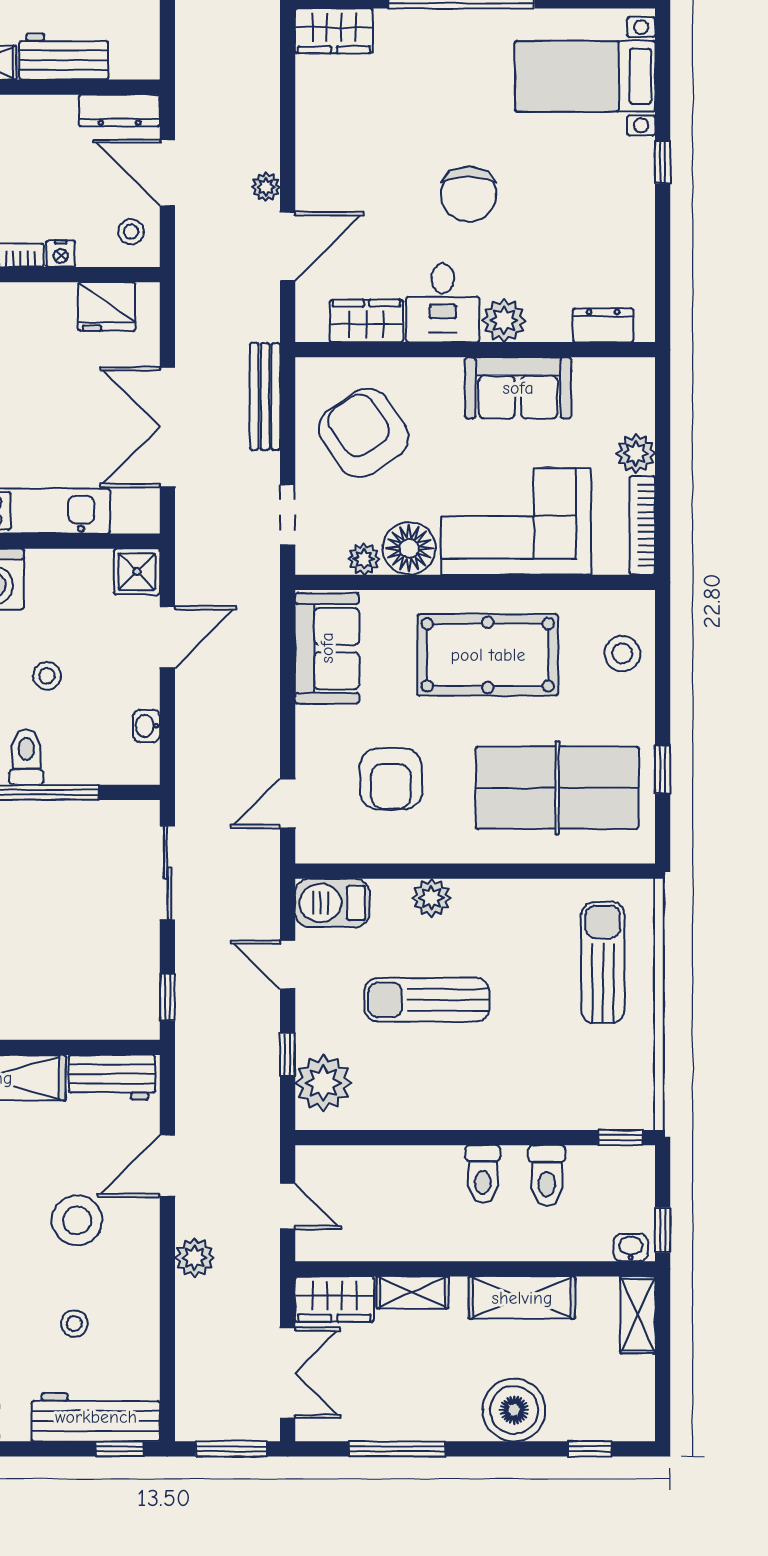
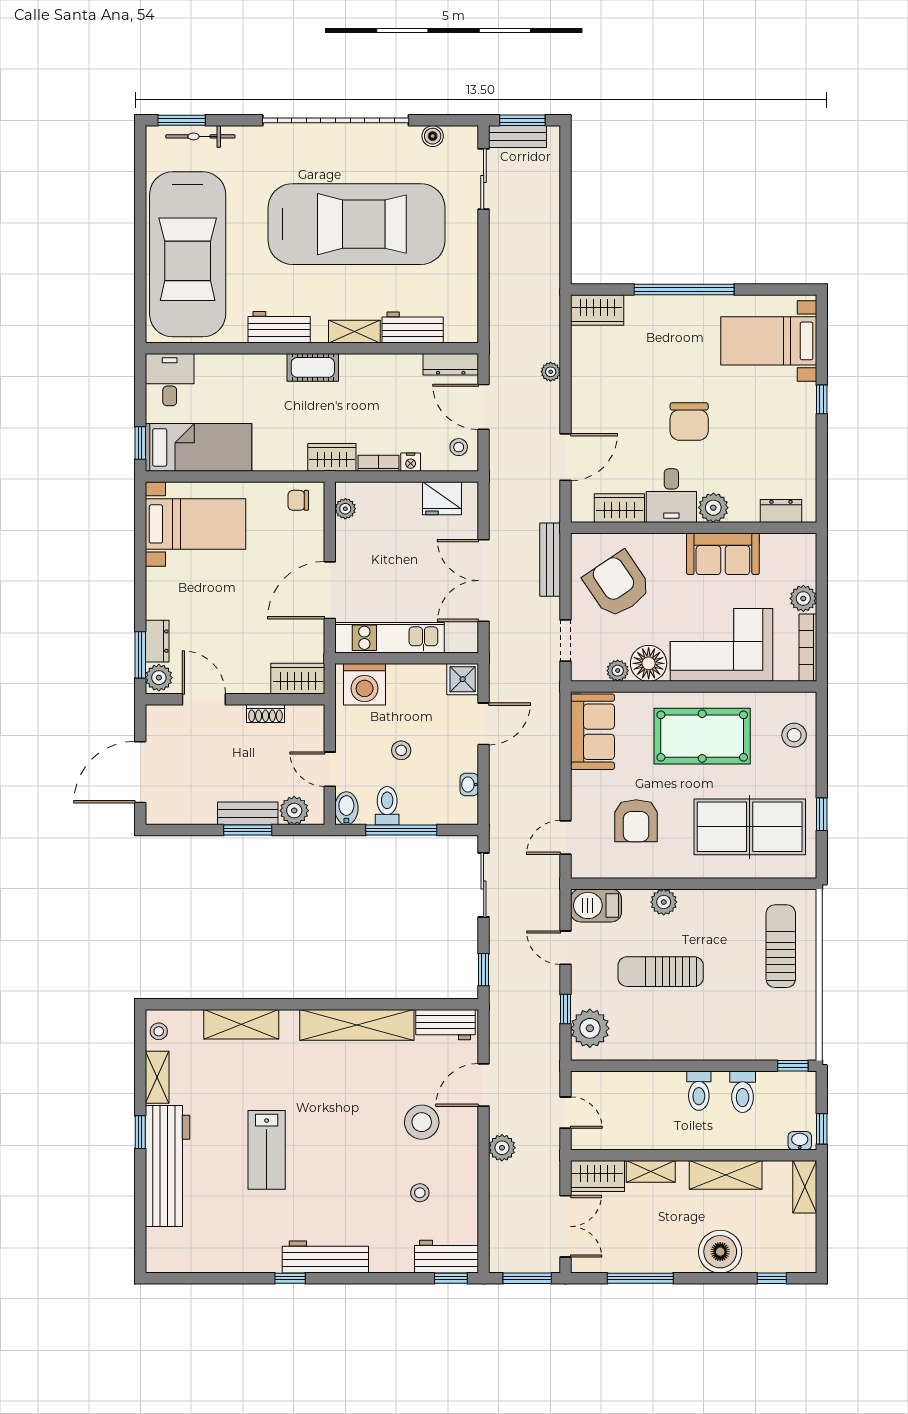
plant: (266, 187) -> (551, 372), moved
workbench: (96, 1417) -> (446, 1257), width x0.73

